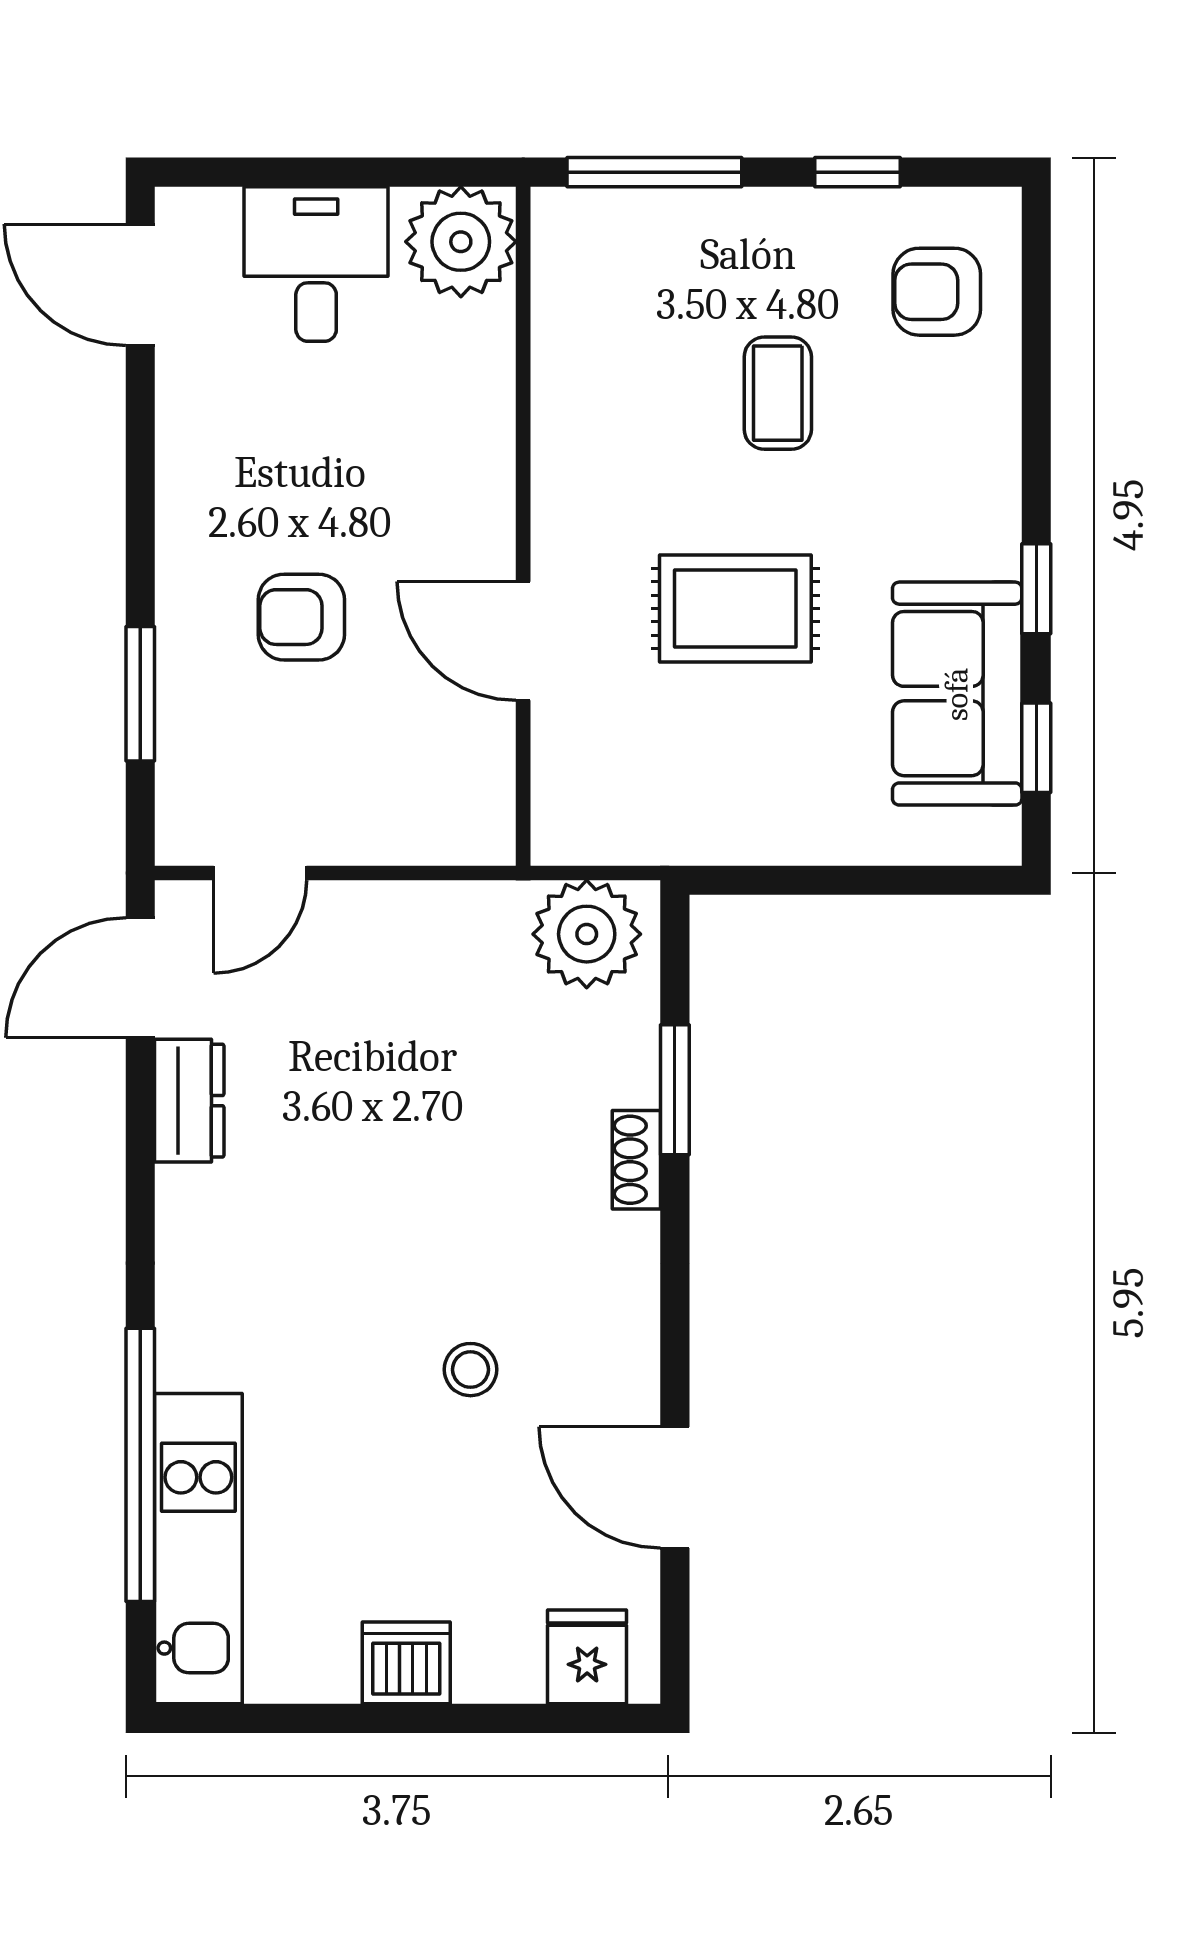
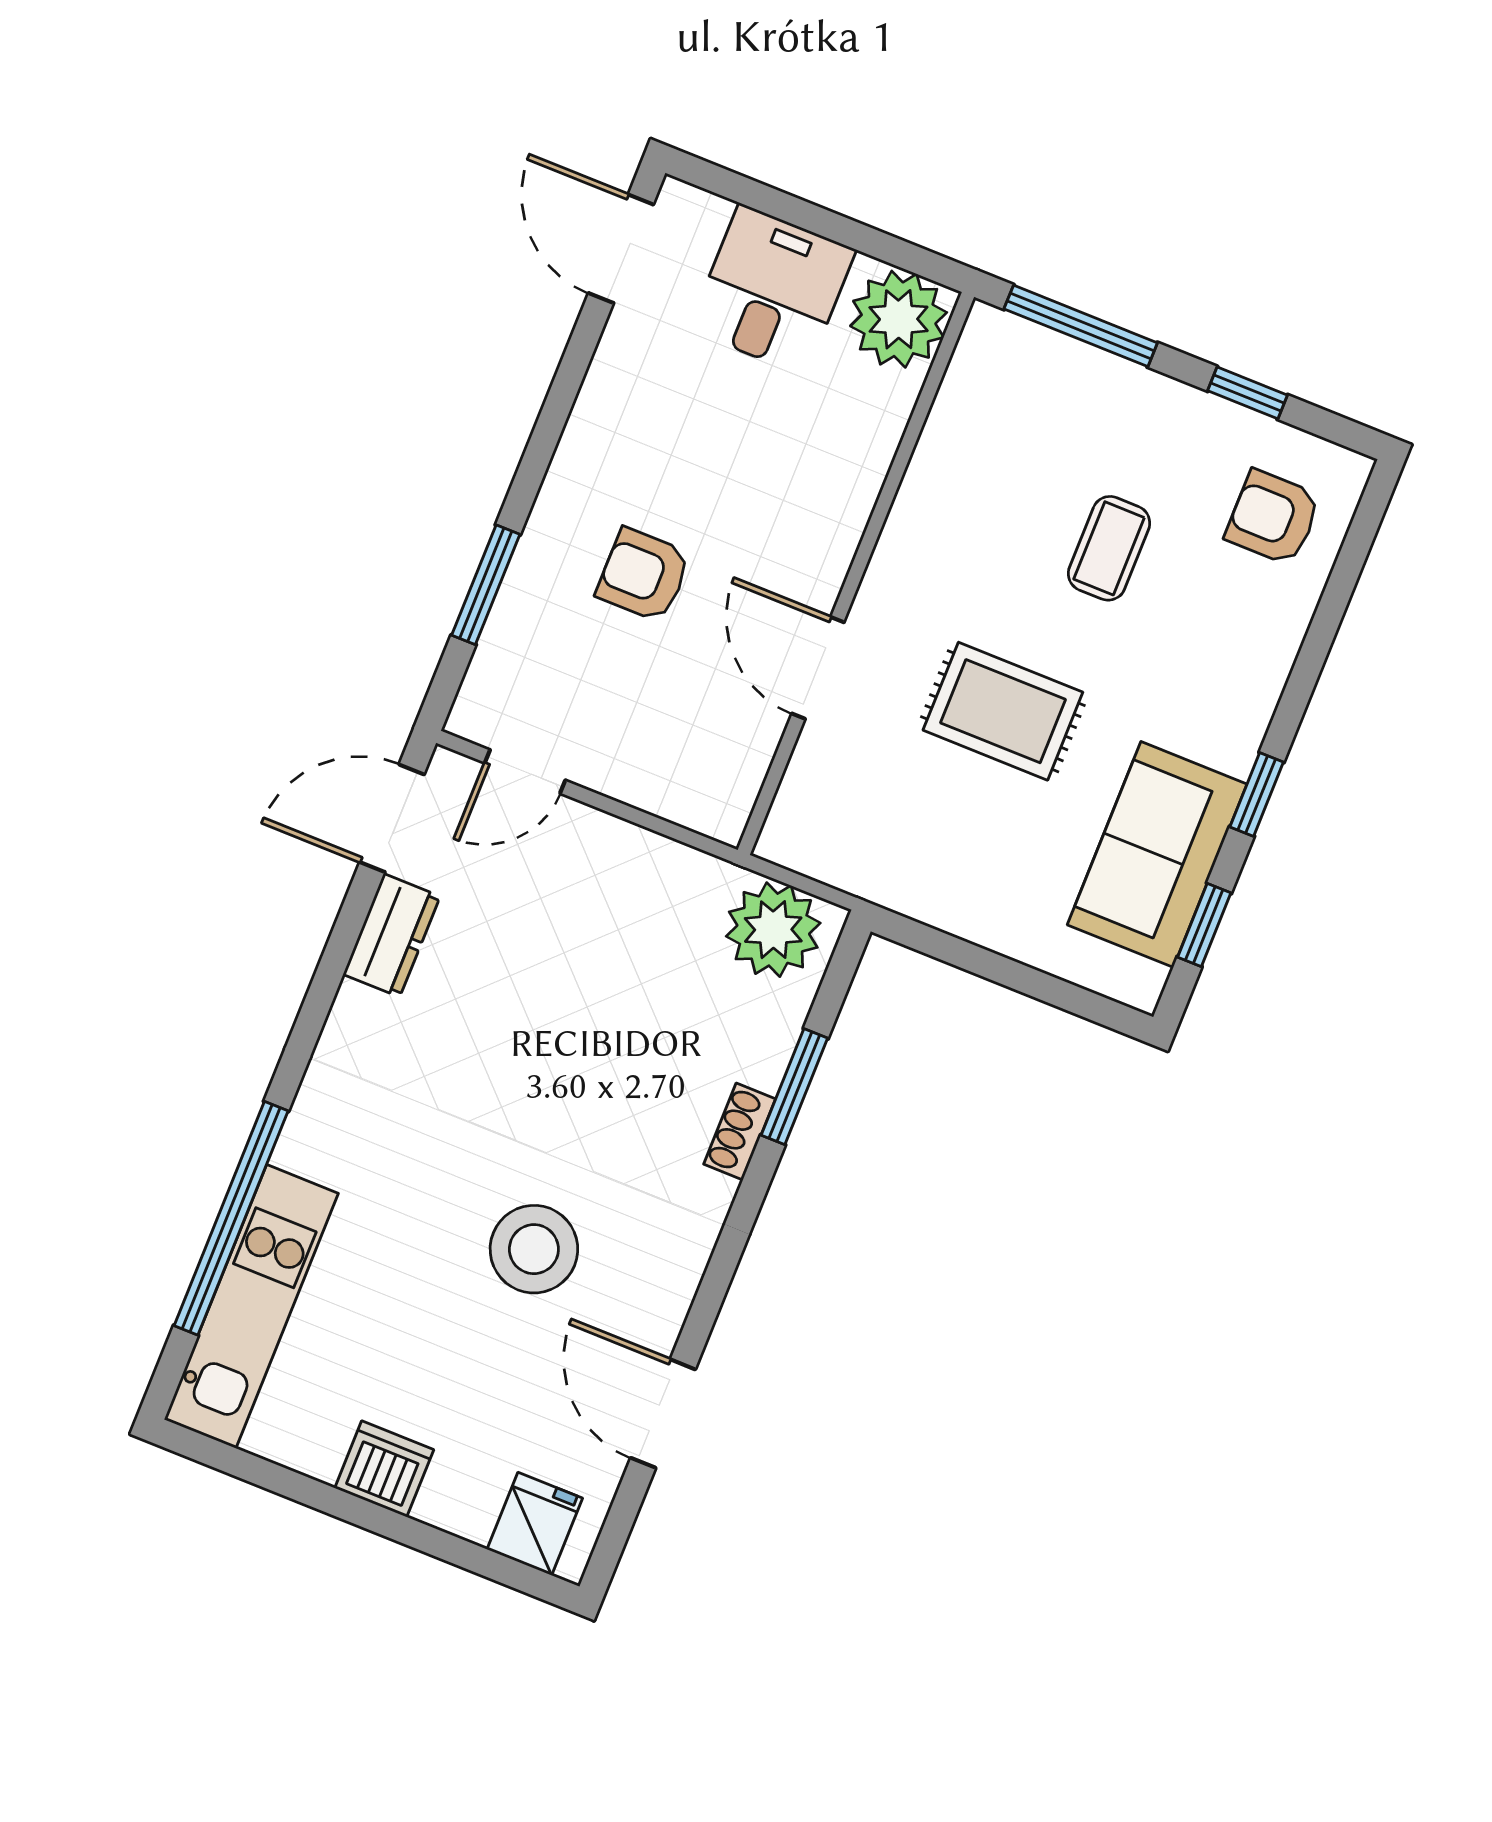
stool: (471, 1370) -> (534, 1249), width x1.89, depth x1.89

